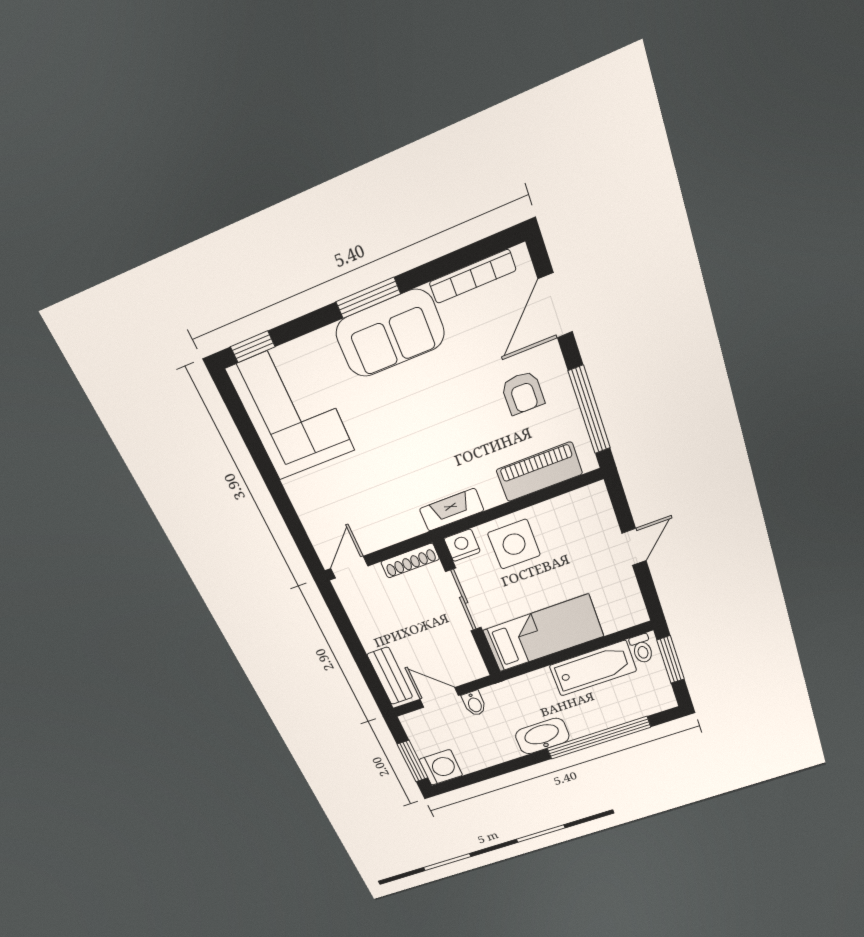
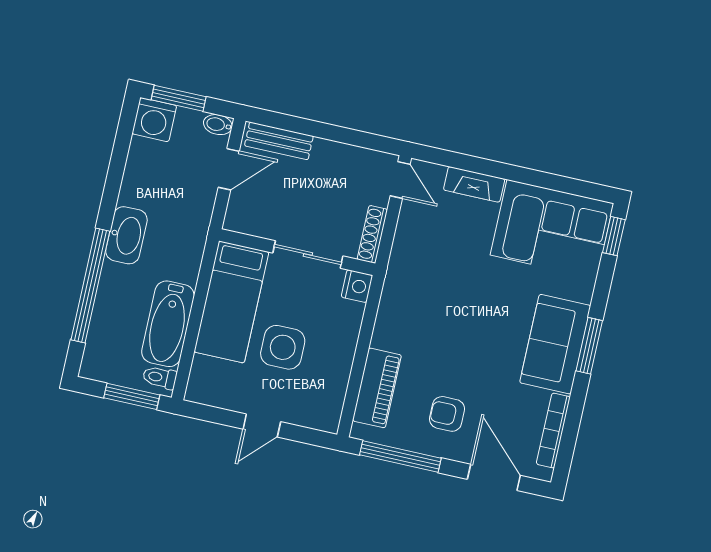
fireplace: (452, 510) -> (474, 184), moved, turned 90
side table: (514, 544) -> (283, 347), moved
door: (634, 547) -> (262, 425), hinge flipped
bidet: (474, 703) -> (218, 125), moved

